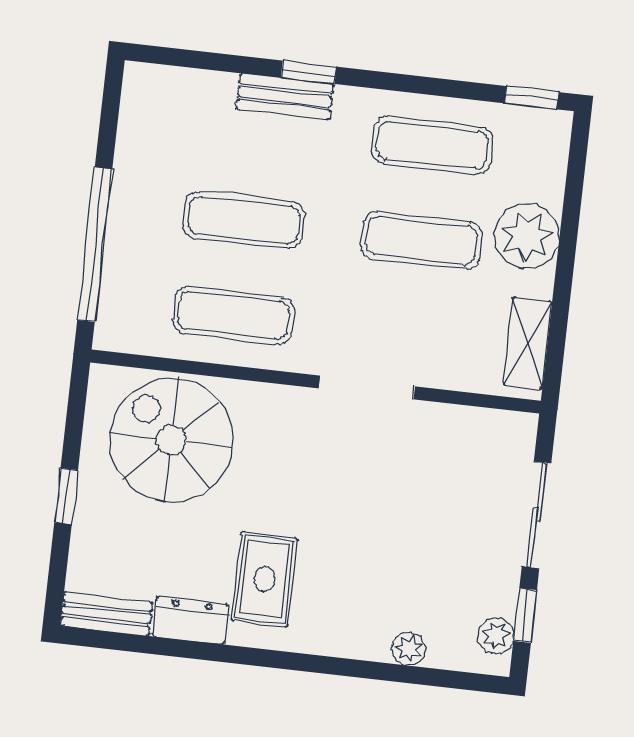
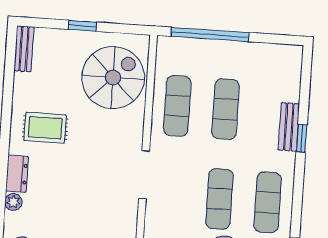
dresser: (191, 620) -> (17, 174), moved

